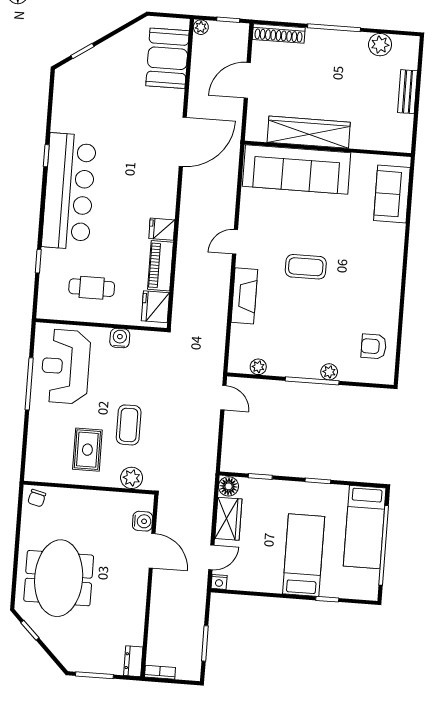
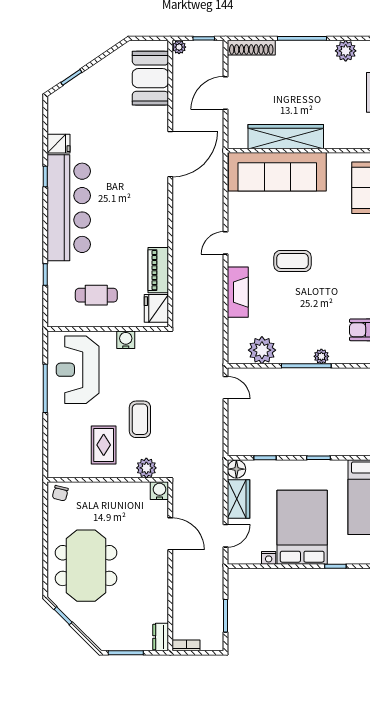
fridge: (162, 229) -> (59, 144), moved, turned 180
plant: (258, 367) -> (262, 350), width x1.87, depth x1.87
water cooler: (143, 521) -> (159, 491), moved, turned -90
bed: (304, 555) -> (302, 527), width x1.50
nightstand: (219, 582) -> (269, 558), moved

